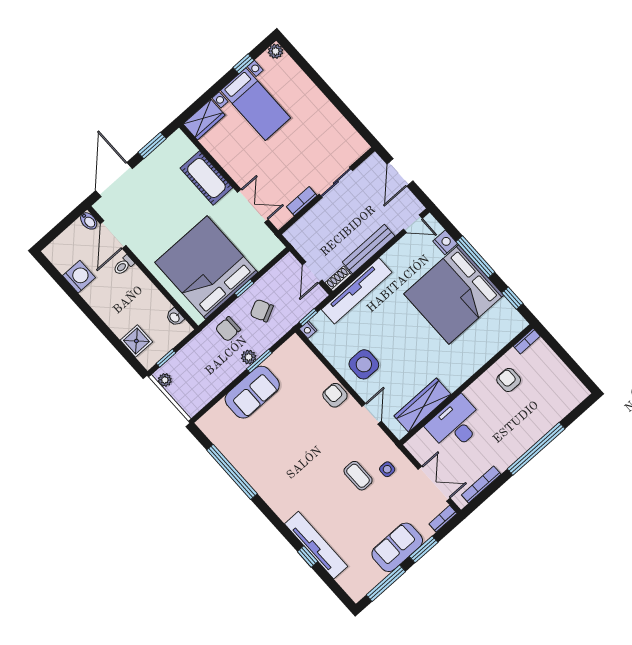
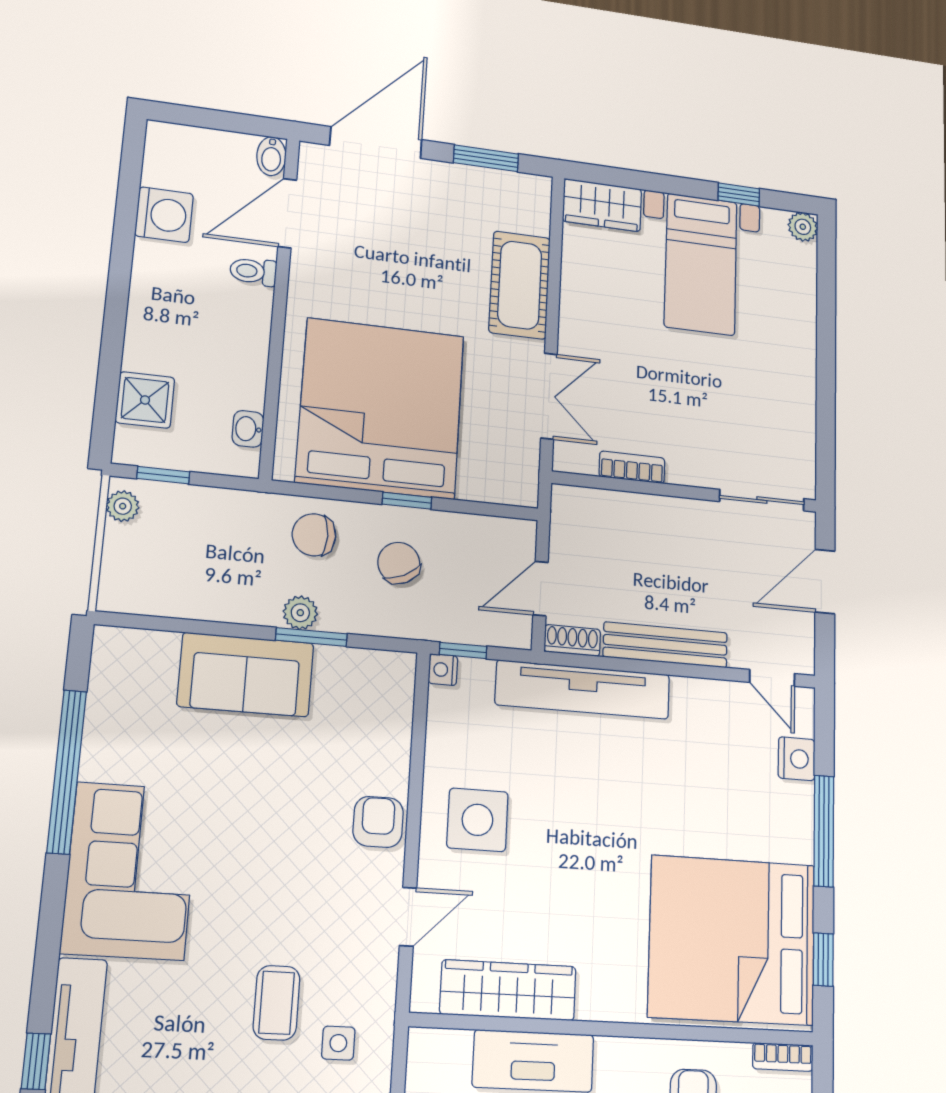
sliding door: (336, 182) -> (762, 500), moved
bed: (454, 294) -> (732, 940), moved
corner sofa: (279, 481) -> (130, 871), added

